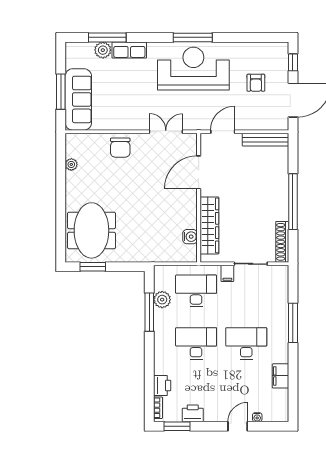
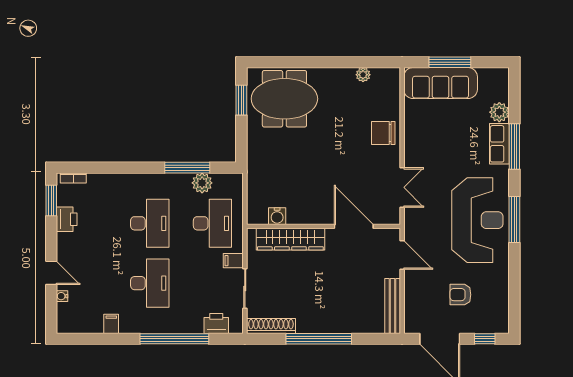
window: (107, 37) -> (514, 146), moved
window: (293, 323) -> (174, 339), width x1.46
filing cabinet: (280, 376) -> (111, 324), width x0.50
printer: (162, 386) -> (216, 323), moved, turned 180

